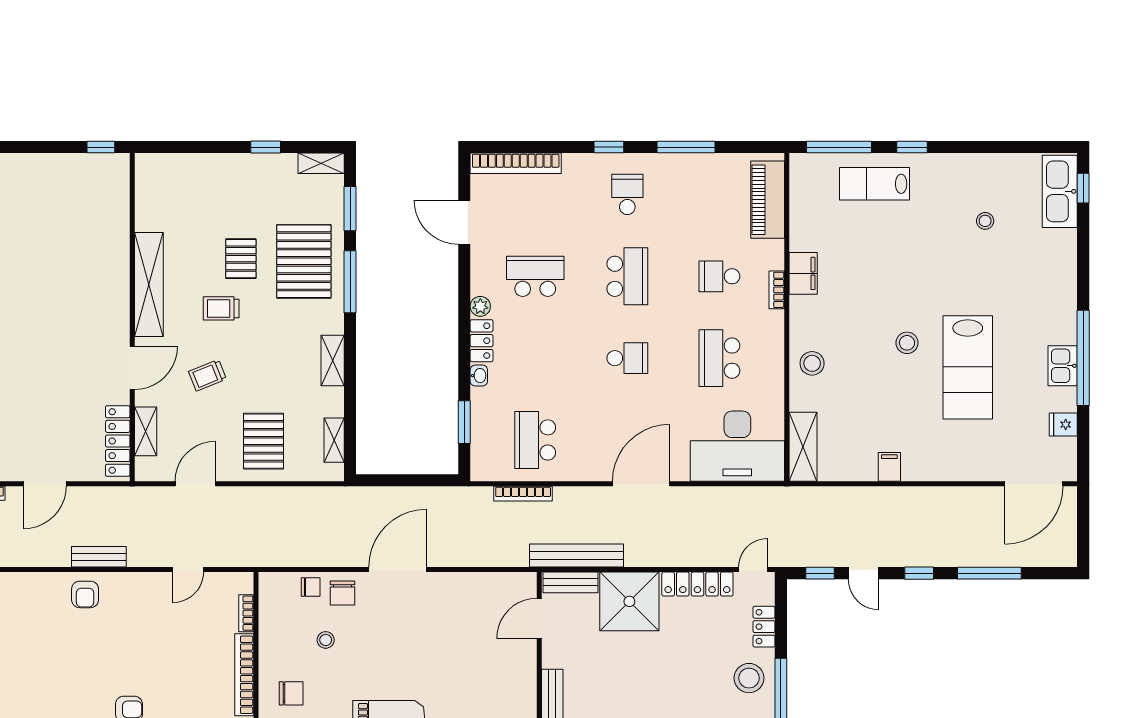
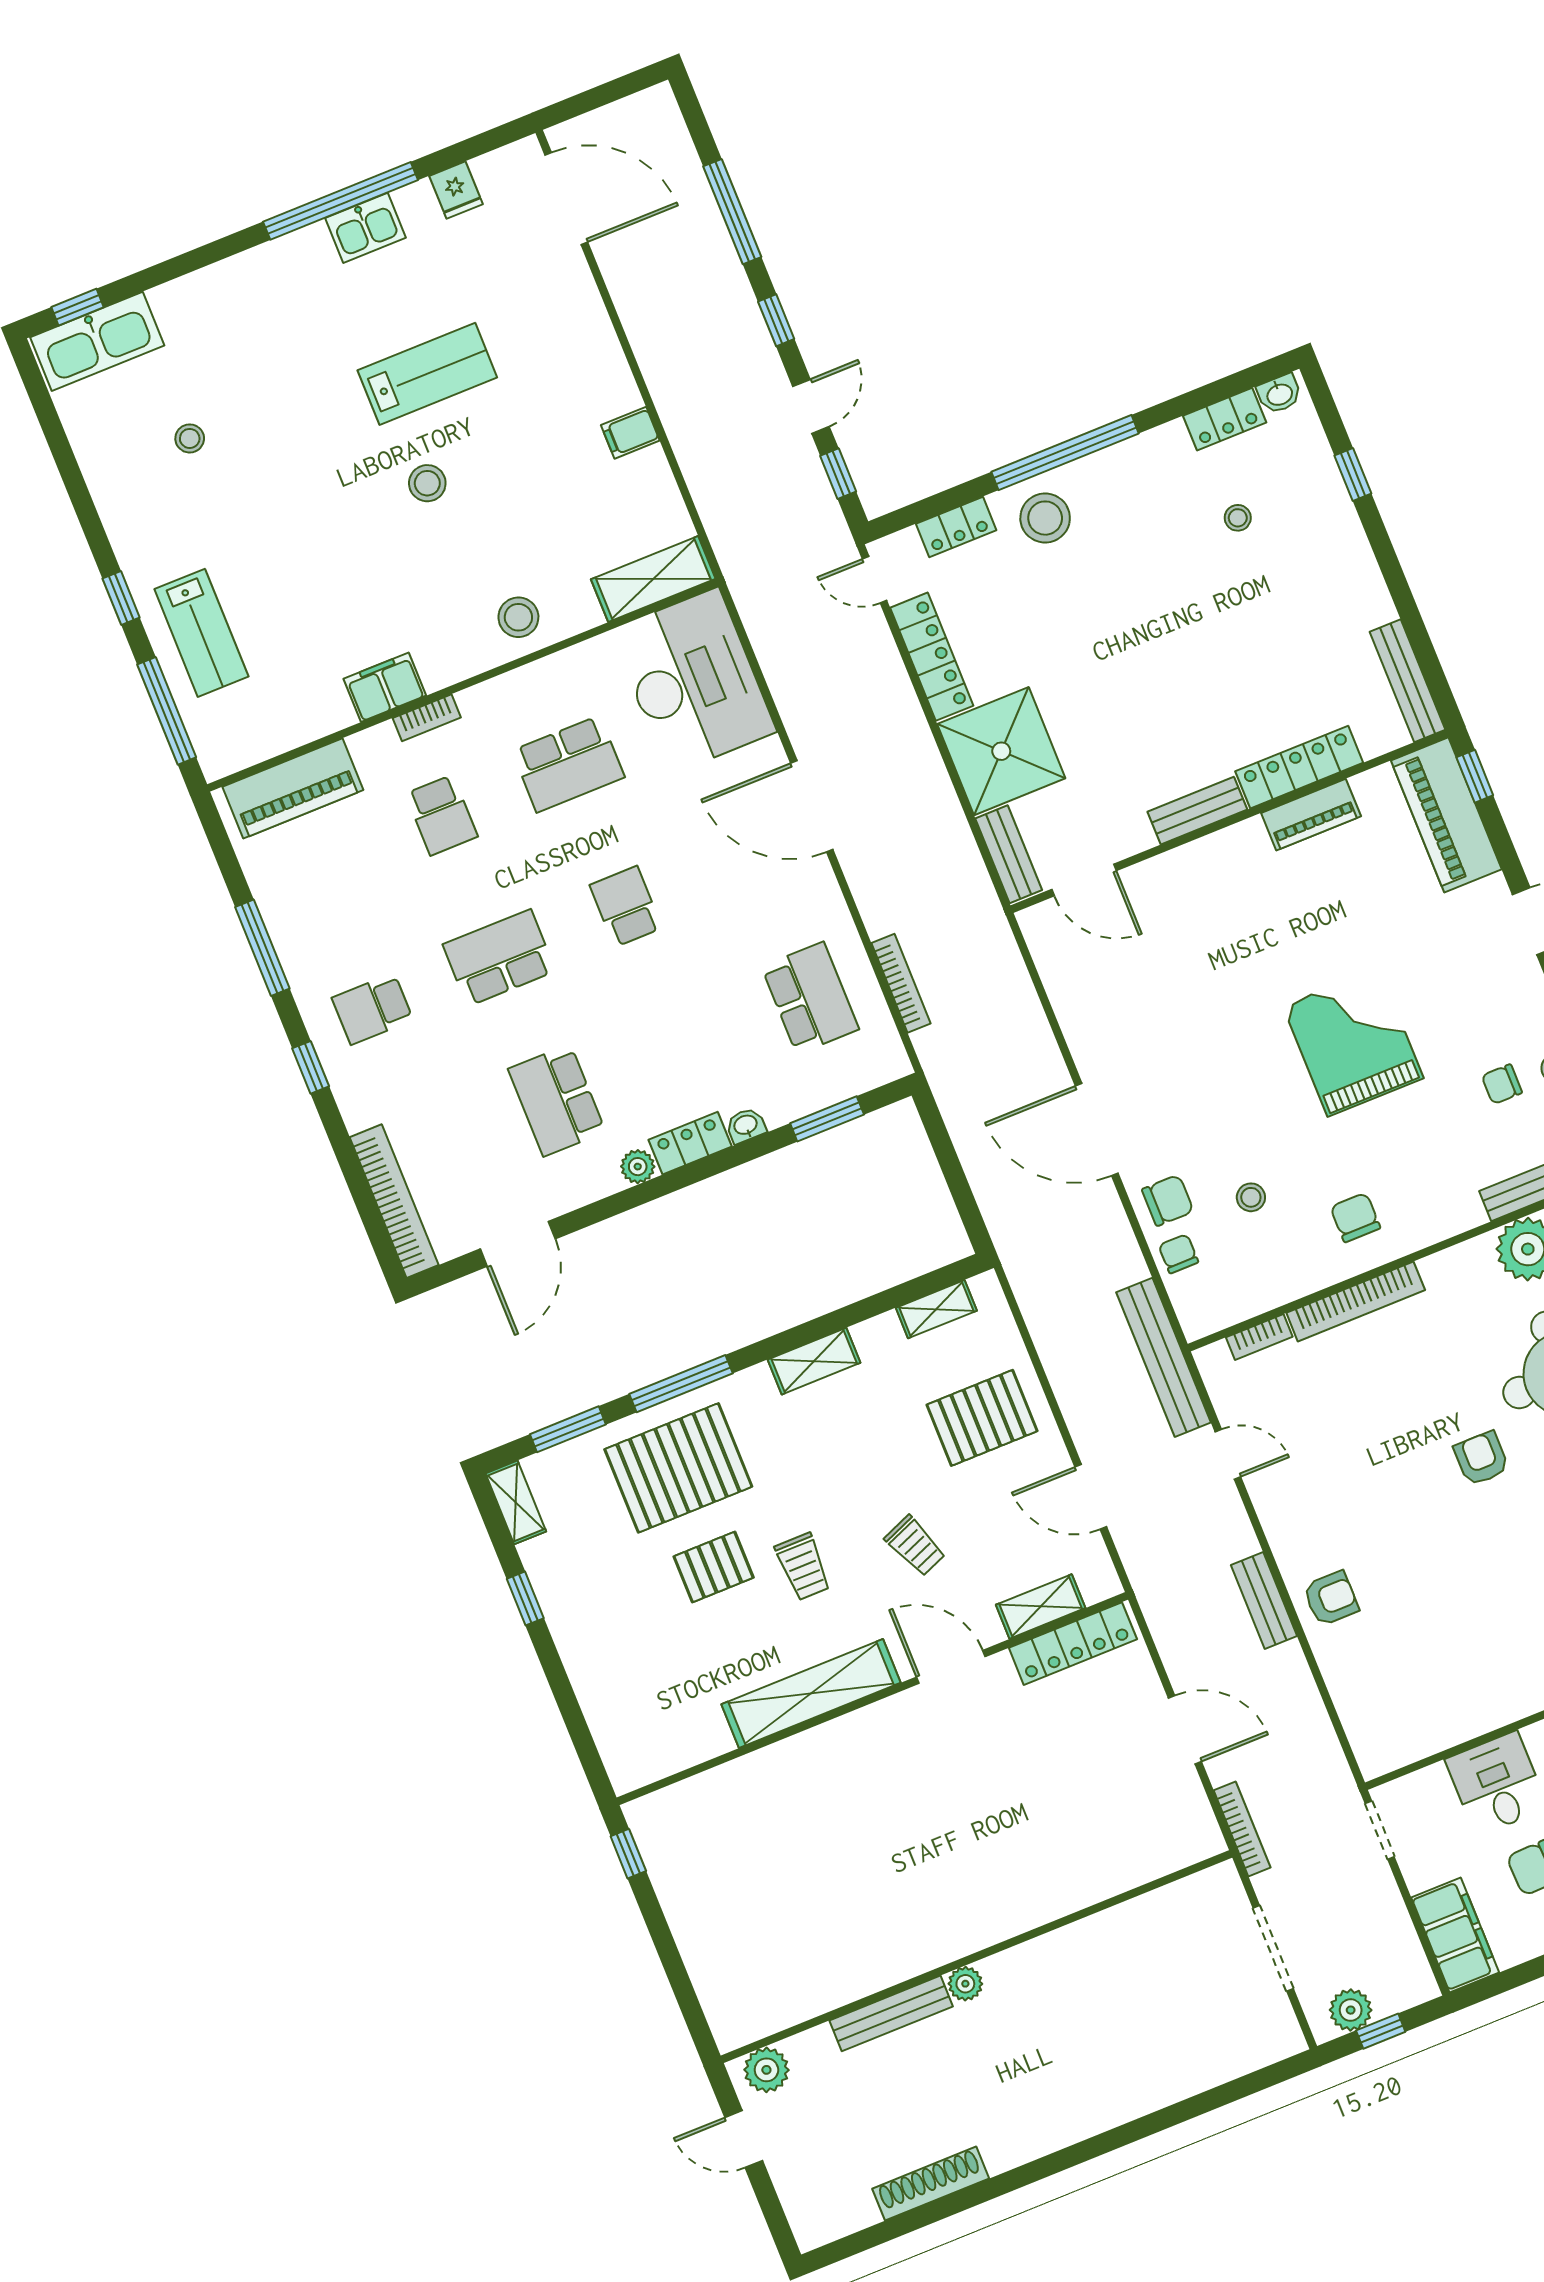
lab bench: (968, 367) -> (427, 374), width x0.73, depth x0.72
school desk: (535, 440) -> (810, 998), turned -90
bench: (577, 555) -> (1164, 1357), moved

